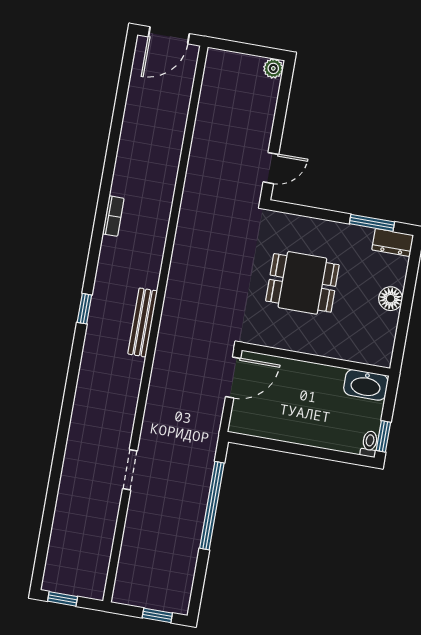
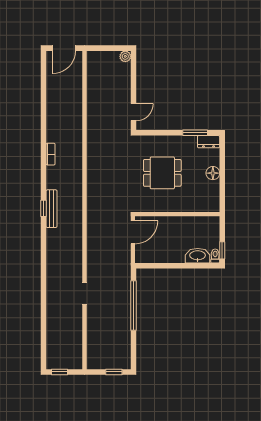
bench: (143, 322) -> (52, 209), moved
washbasin: (366, 385) -> (198, 256), moved, turned 180

